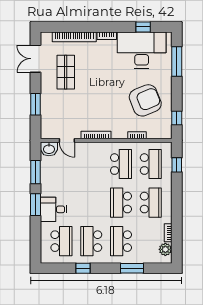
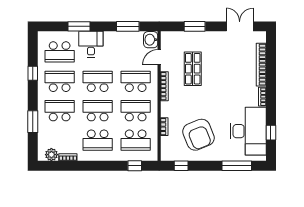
shop shelf: (66, 72) -> (193, 69), moved, turned 90
school desk: (91, 164) -> (136, 81), added
school desk: (121, 164) -> (136, 111), turned 180
school desk: (91, 203) -> (98, 81), added
window: (35, 205) -> (79, 26), moved

